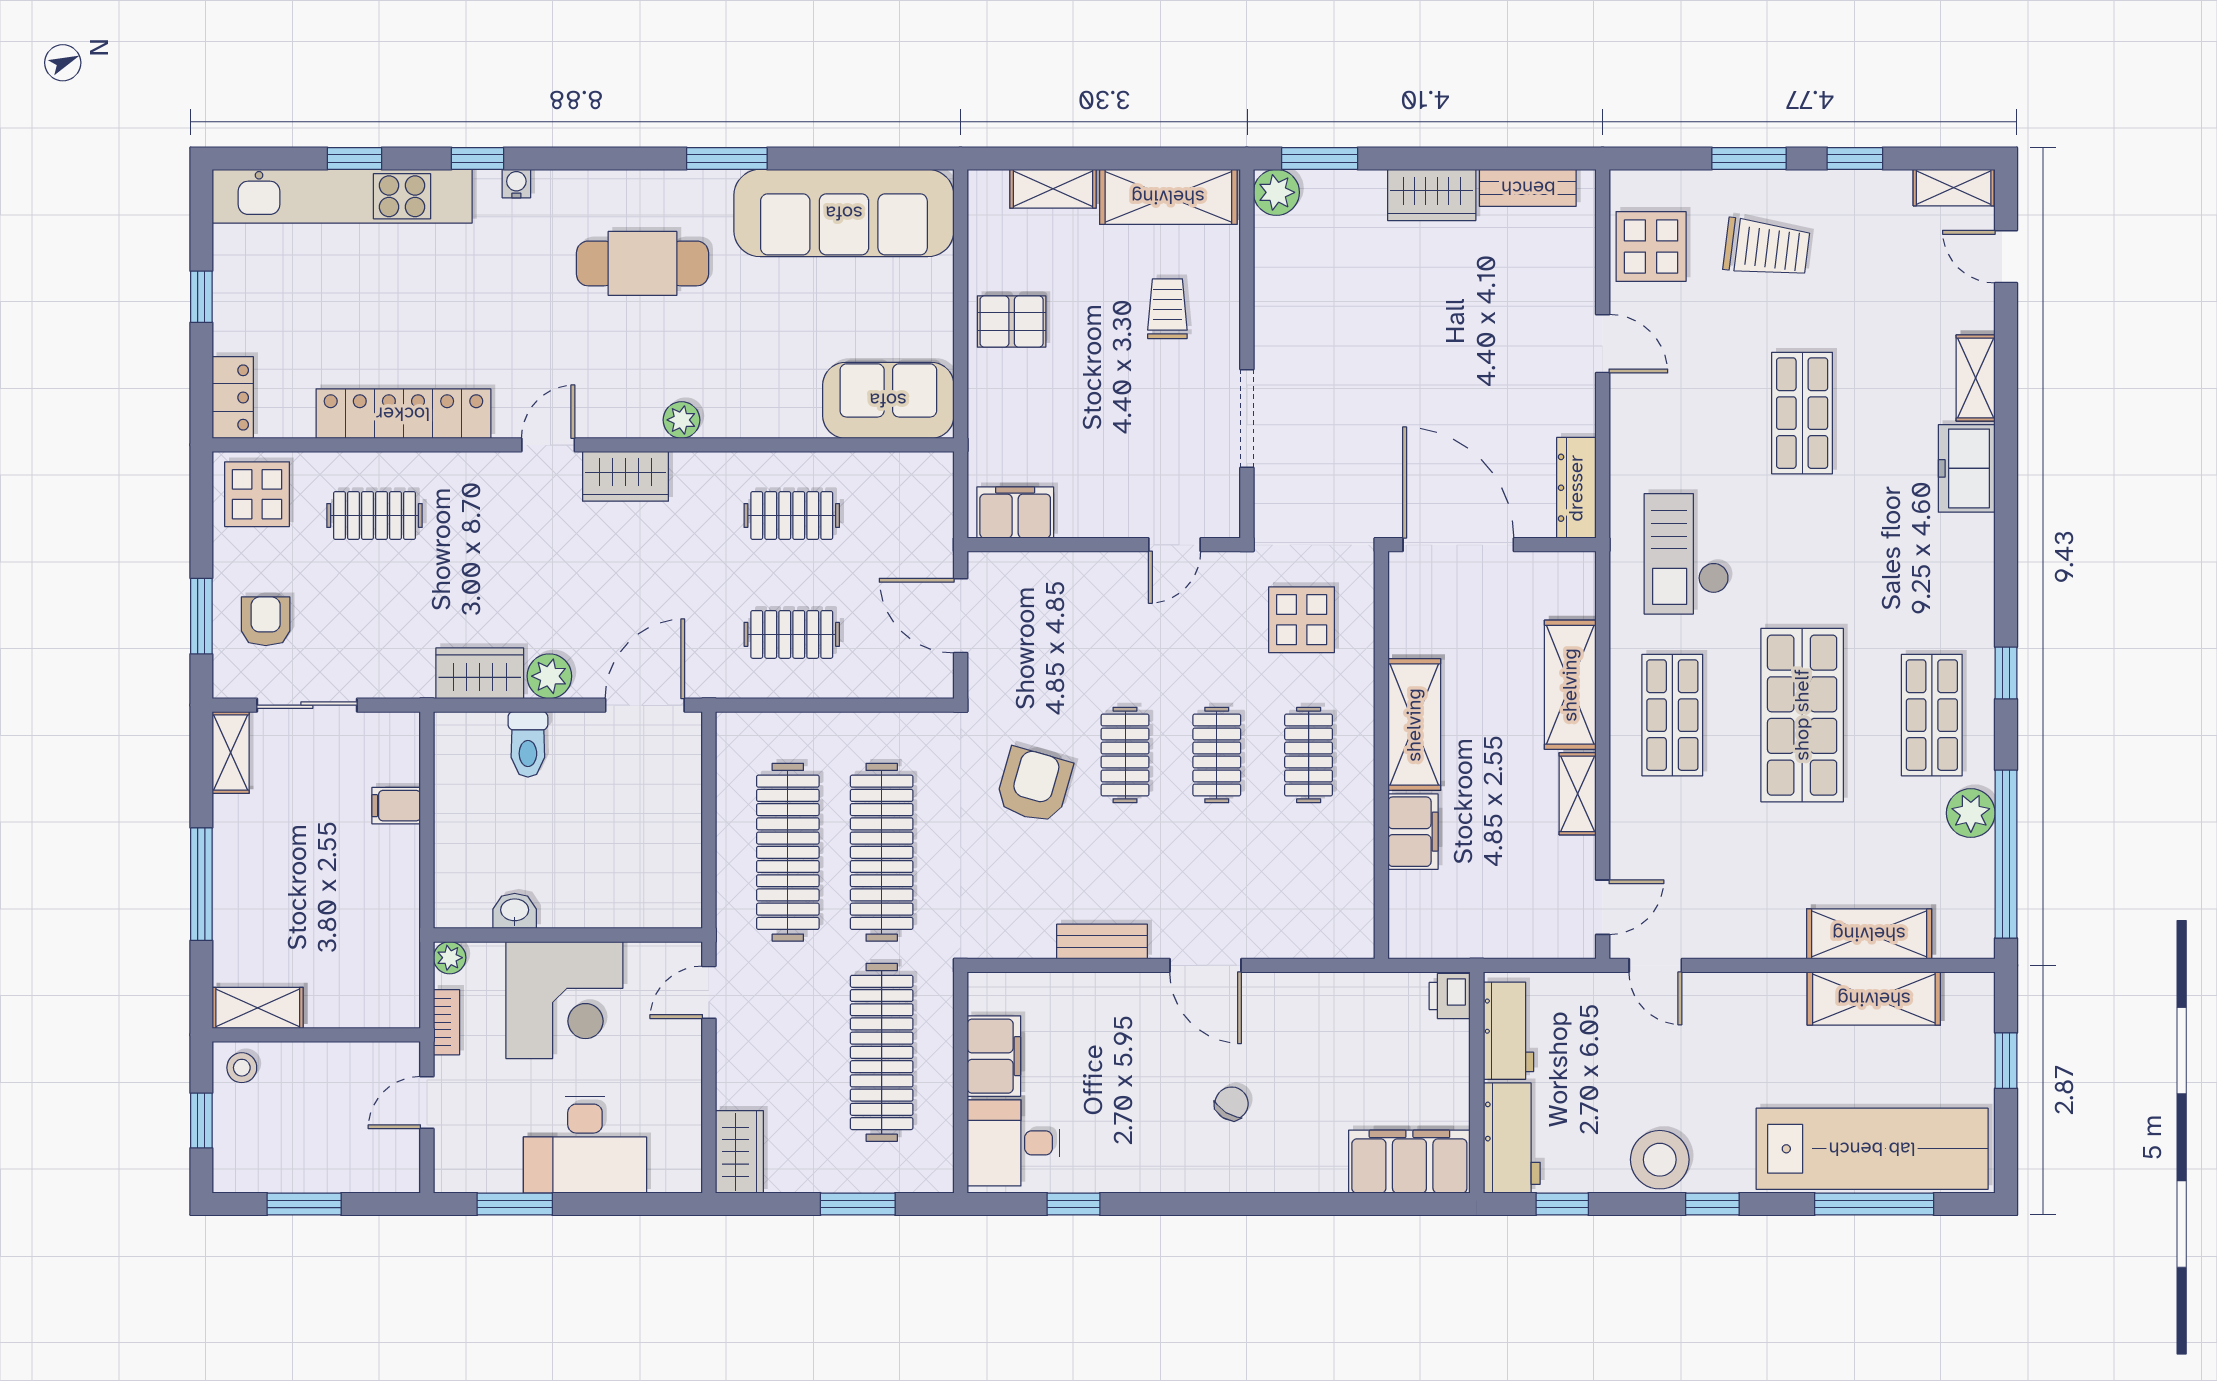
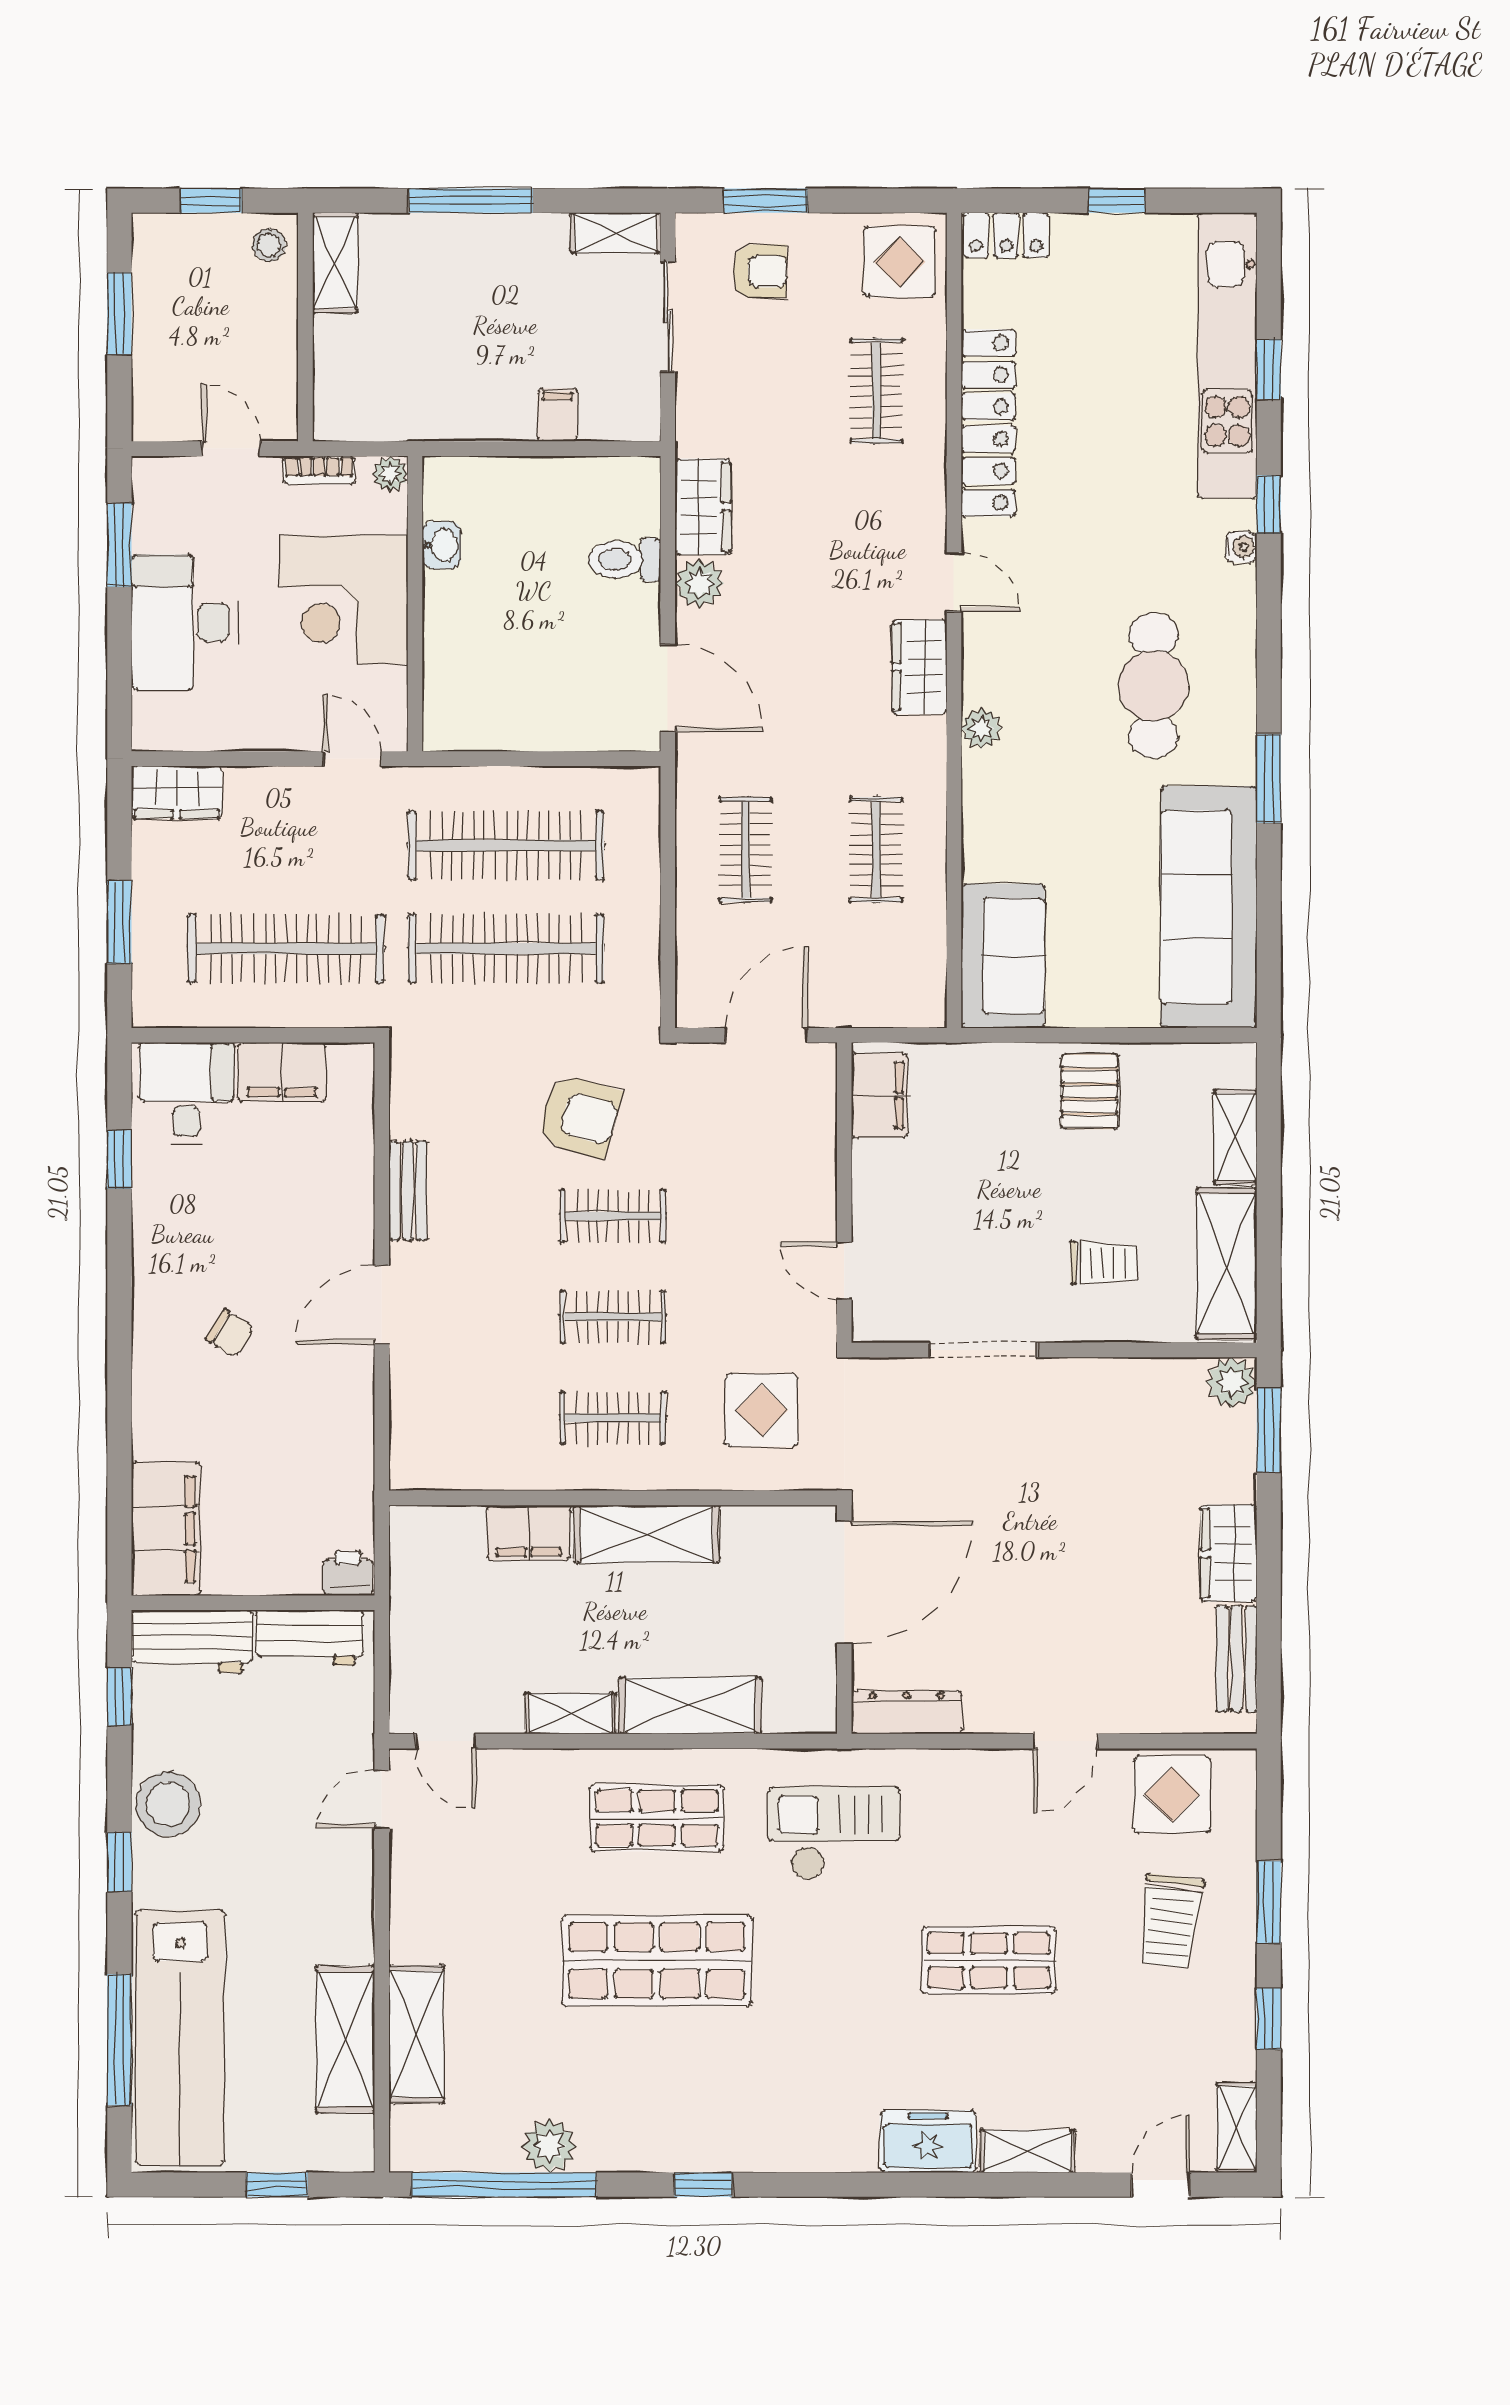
shop shelf: (1932, 715) -> (657, 2103), removed

